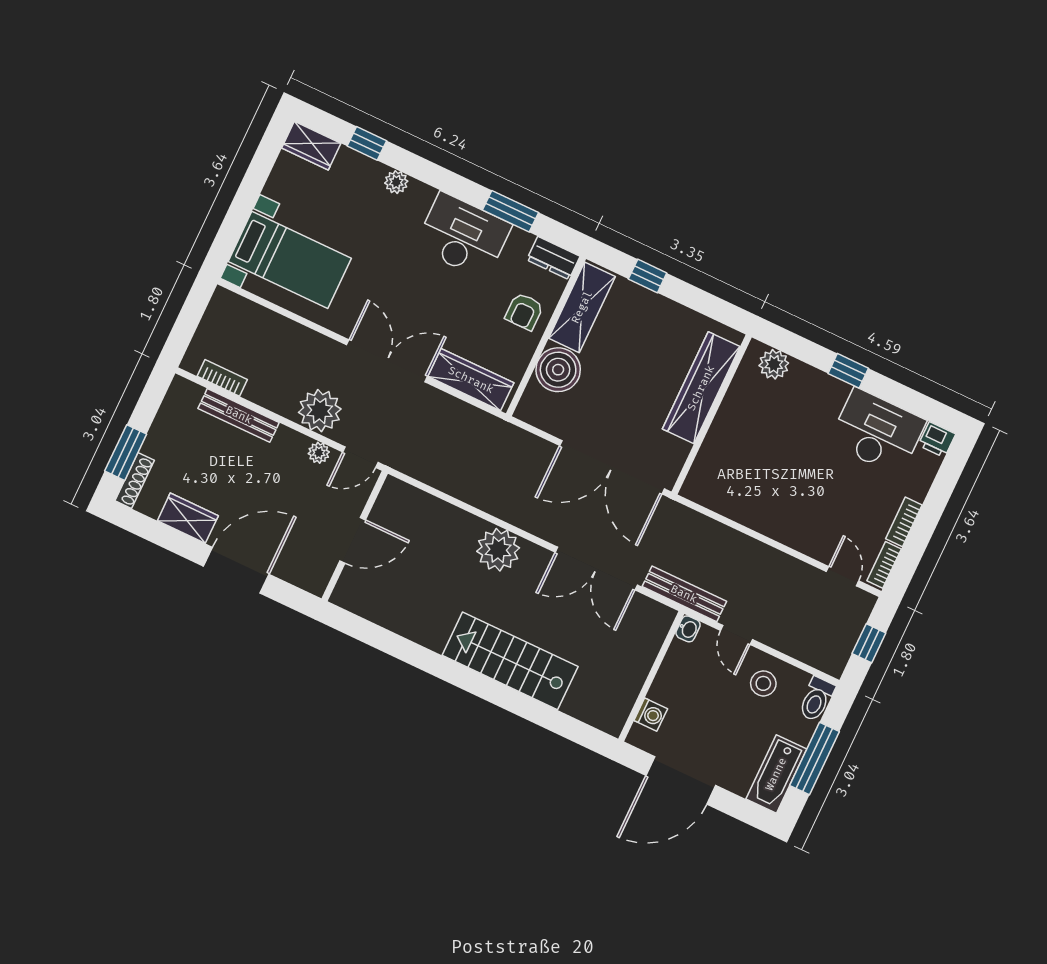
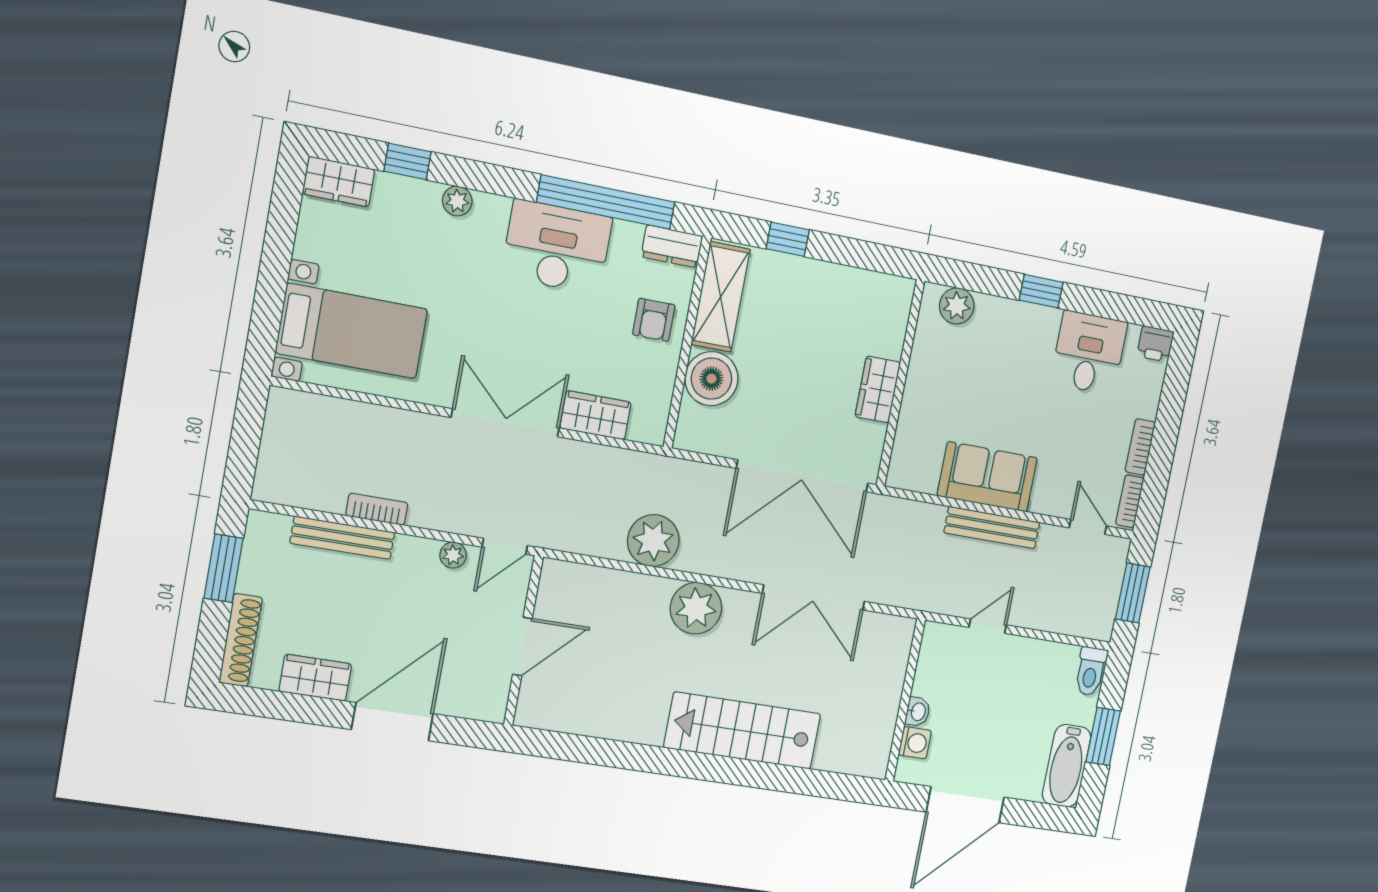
window: (510, 211) -> (606, 202), width x2.11
bookcase: (222, 378) -> (377, 509), moved
wardrobe: (471, 380) -> (595, 415), width x0.67
wardrobe: (701, 388) -> (878, 389), width x0.48, depth x0.85
plant: (320, 411) -> (653, 541), moved
desk: (877, 432) -> (1089, 353), width x0.73
window: (126, 453) -> (224, 568), moved
shoe rack: (135, 480) -> (241, 640), width x1.36, depth x1.24
sofa: (766, 510) -> (987, 477), added
bench: (684, 594) -> (992, 527), moved
washbasin: (688, 629) -> (918, 712), moved
door: (736, 635) -> (988, 626), swing flipped
window: (869, 643) -> (1133, 593), width x1.50
stool: (763, 683) -> (1029, 671), removed
window: (814, 759) -> (1103, 736), width x0.69

